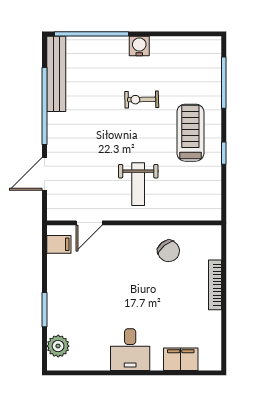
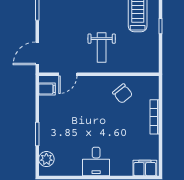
door: (45, 174) -> (37, 53), moved
filing cabinet: (181, 359) -> (145, 168), moved

